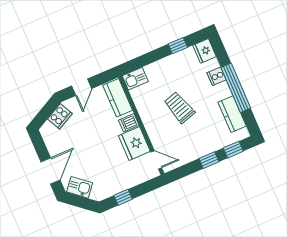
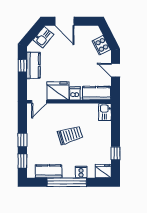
kitchen counter: (117, 185) -> (33, 65), added

